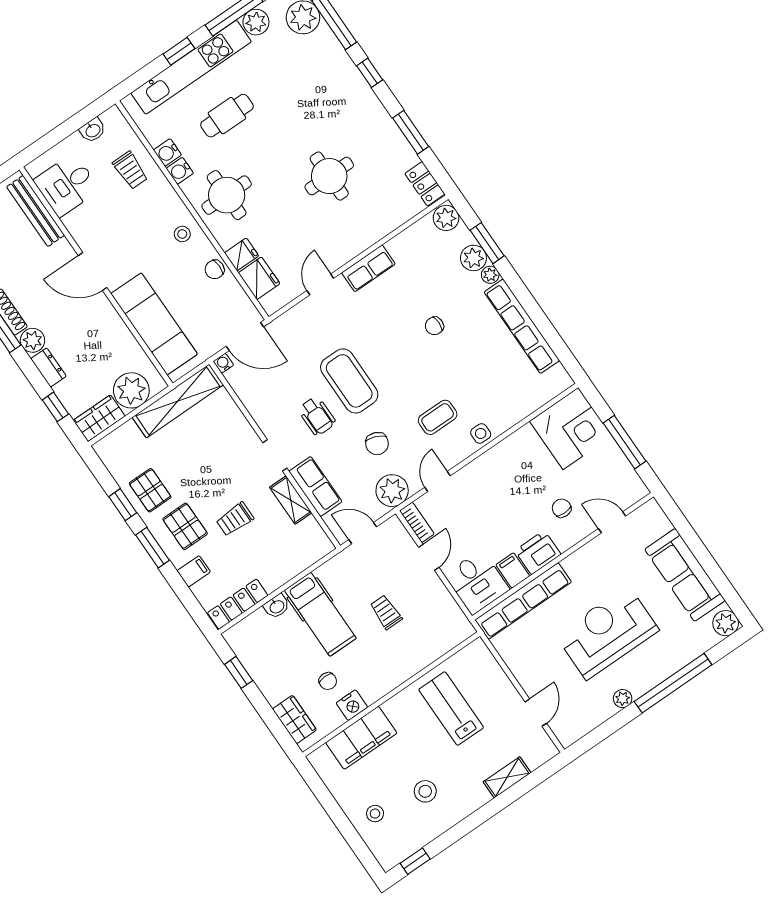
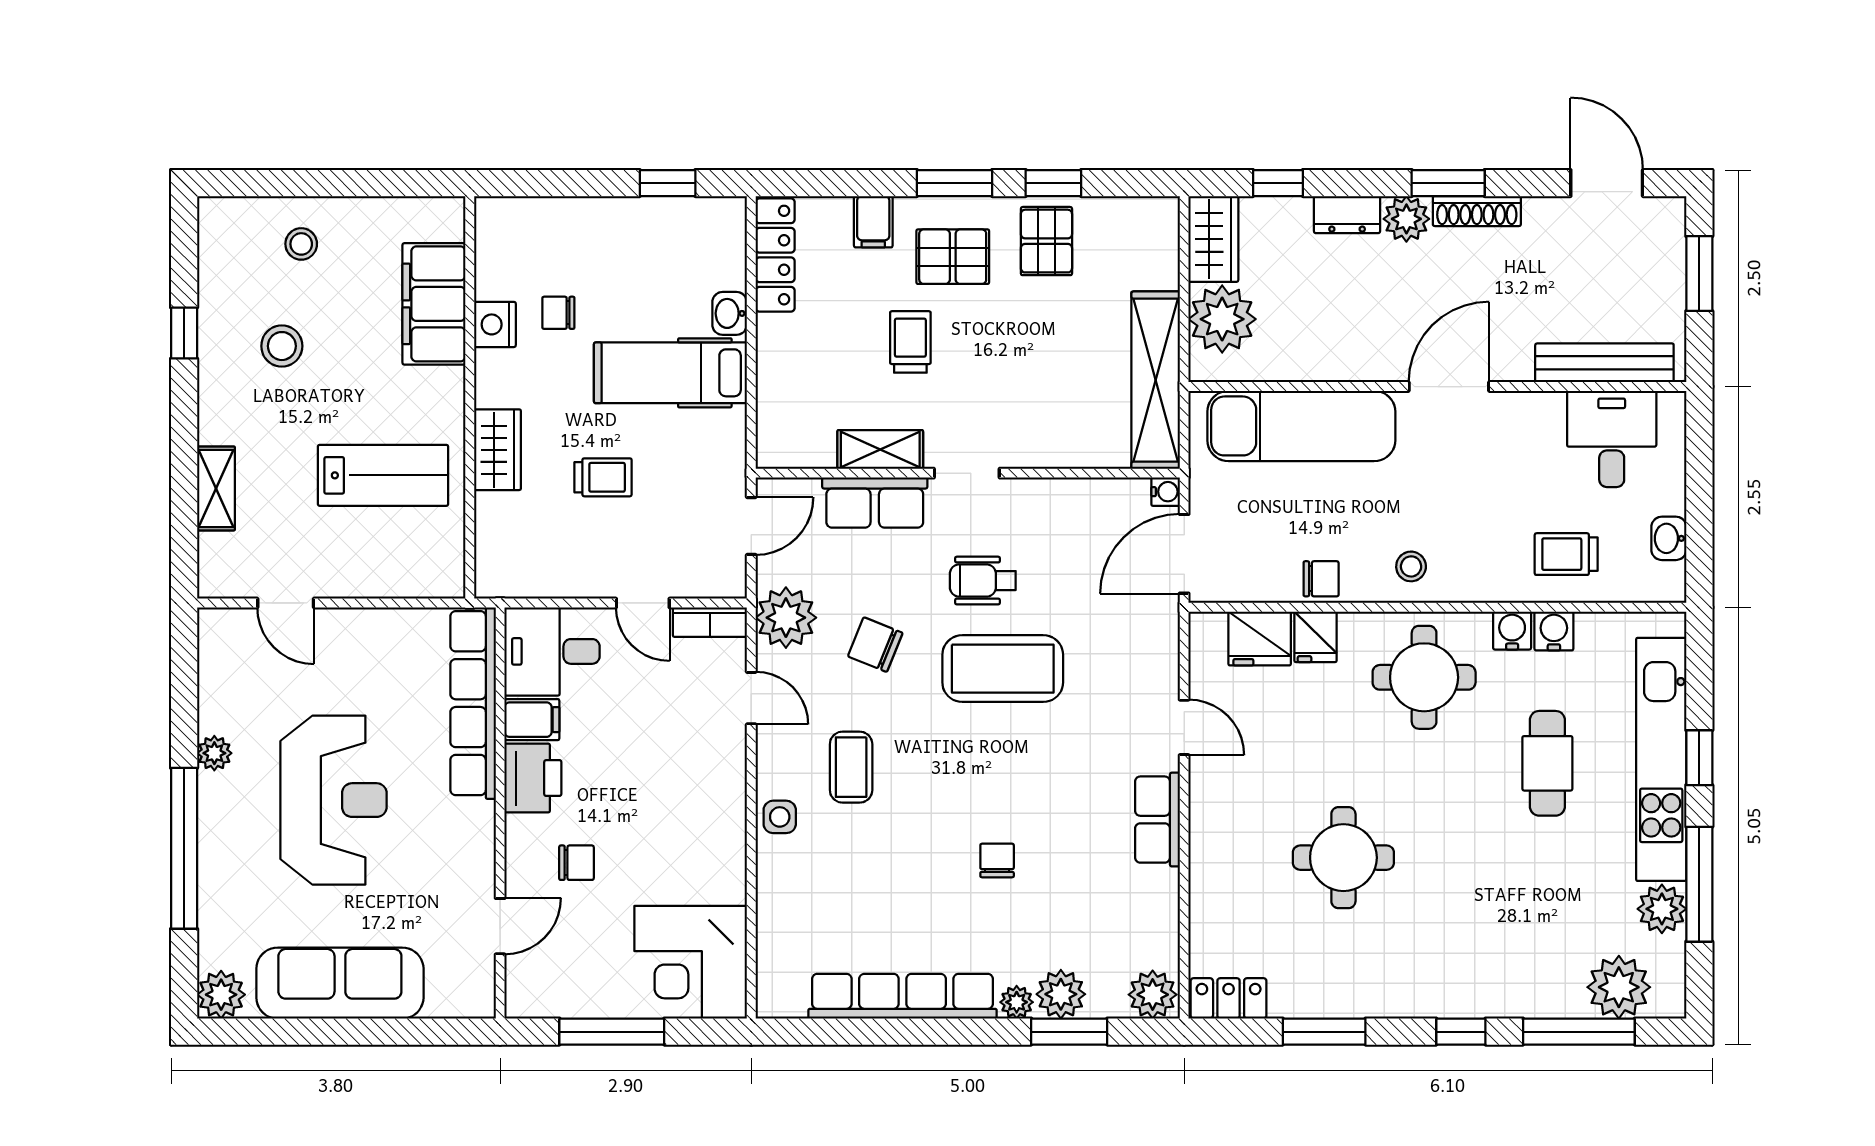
chair: (215, 269) -> (1321, 579), turned 90
pallet: (150, 490) -> (1046, 241), turned 90
wardrobe: (294, 720) -> (498, 450), moved, turned -90
window: (415, 861) -> (184, 333), moved

